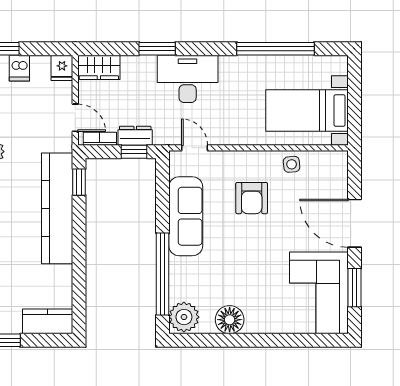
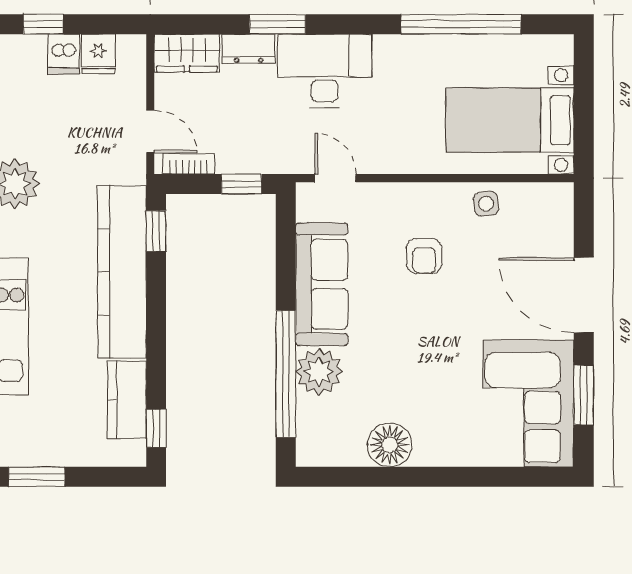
fridge: (62, 68) -> (98, 54), moved
dresser: (135, 136) -> (249, 49), moved, turned 180
armchair: (252, 198) -> (424, 256), width x0.72, depth x0.72
window: (79, 309) -> (156, 428), added
plant: (184, 317) -> (319, 372), moved
kitchen counter: (48, 321) -> (127, 400), moved, turned -90

